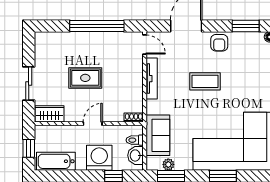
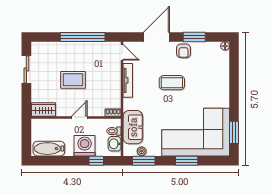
window: (246, 26) -> (194, 37), moved
sliding door: (29, 83) -> (26, 69), moved
window: (29, 148) -> (26, 138), removed

